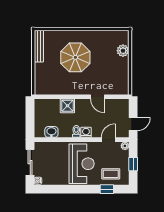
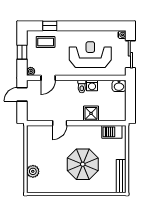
barbecue: (48, 88) -> (112, 132), added
door: (97, 97) -> (60, 123), swing flipped
washbasin: (51, 132) -> (119, 86), moved
washing machine: (86, 132) -> (92, 86), moved
reception desk: (82, 164) -> (90, 55), moved, turned 90

